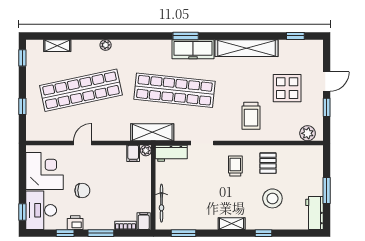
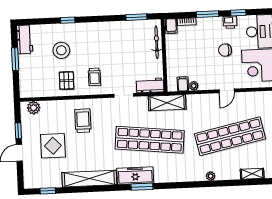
plant: (146, 151) -> (194, 86), moved
shelving: (232, 224) -> (96, 27), removed

